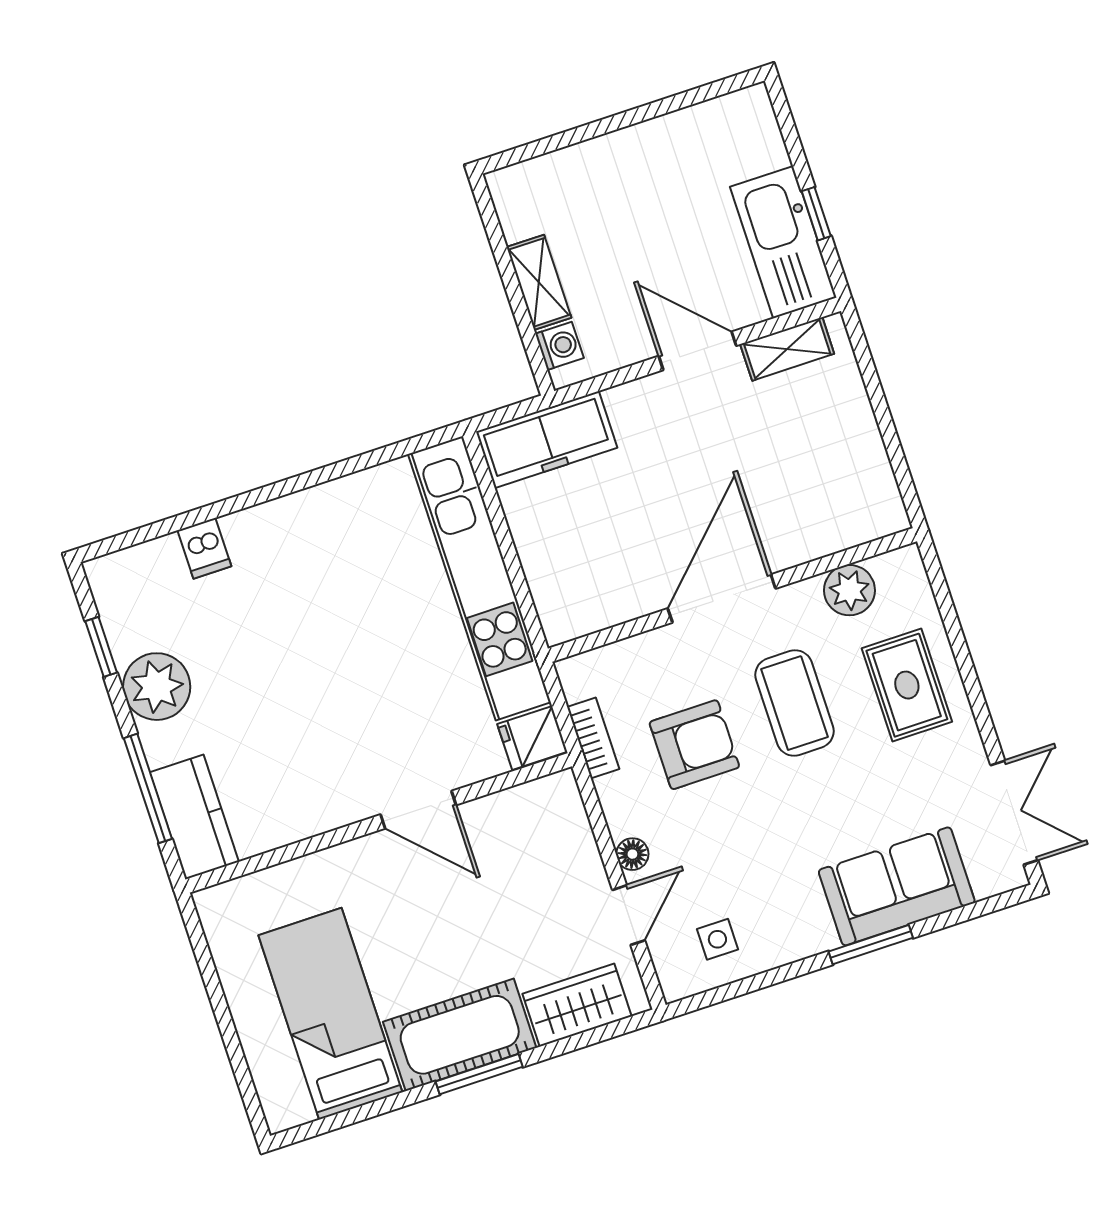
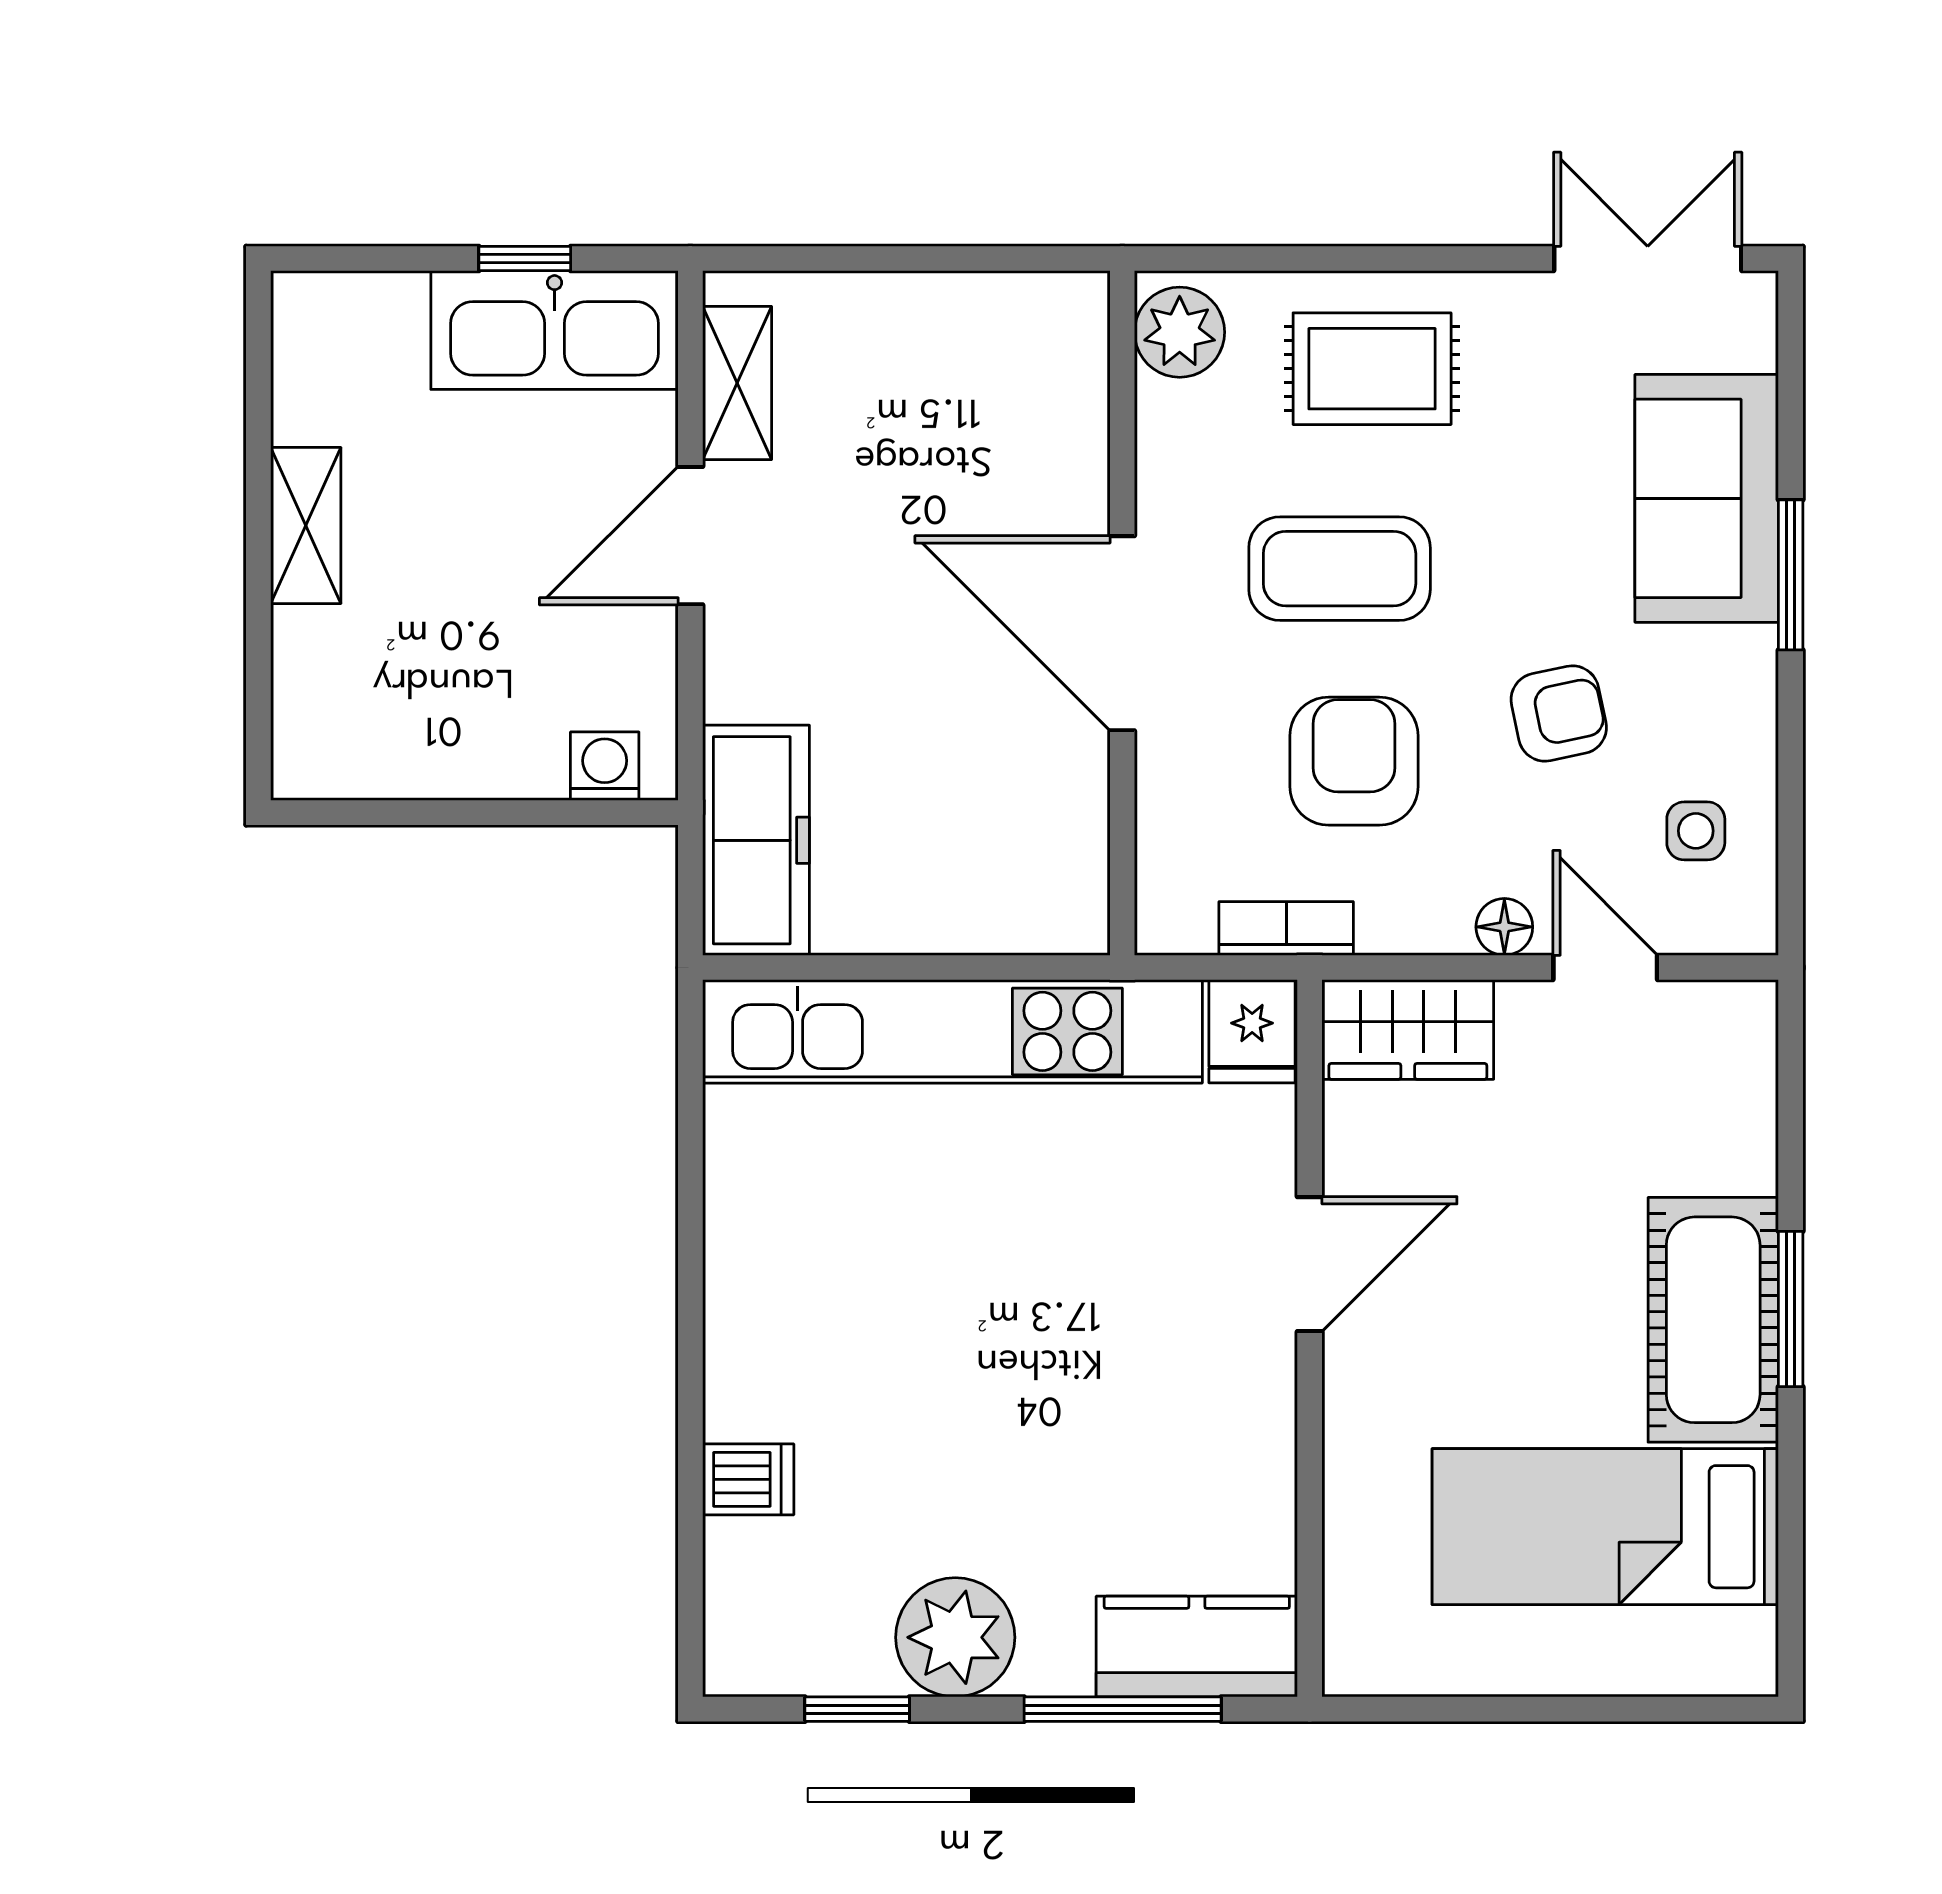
shelving: (539, 282) -> (306, 525), moved, turned 90
plant: (849, 590) -> (1180, 332), moved
armchair: (756, 845) -> (1559, 713), added
wardrobe: (577, 1005) -> (1408, 1030), moved, turned -90

